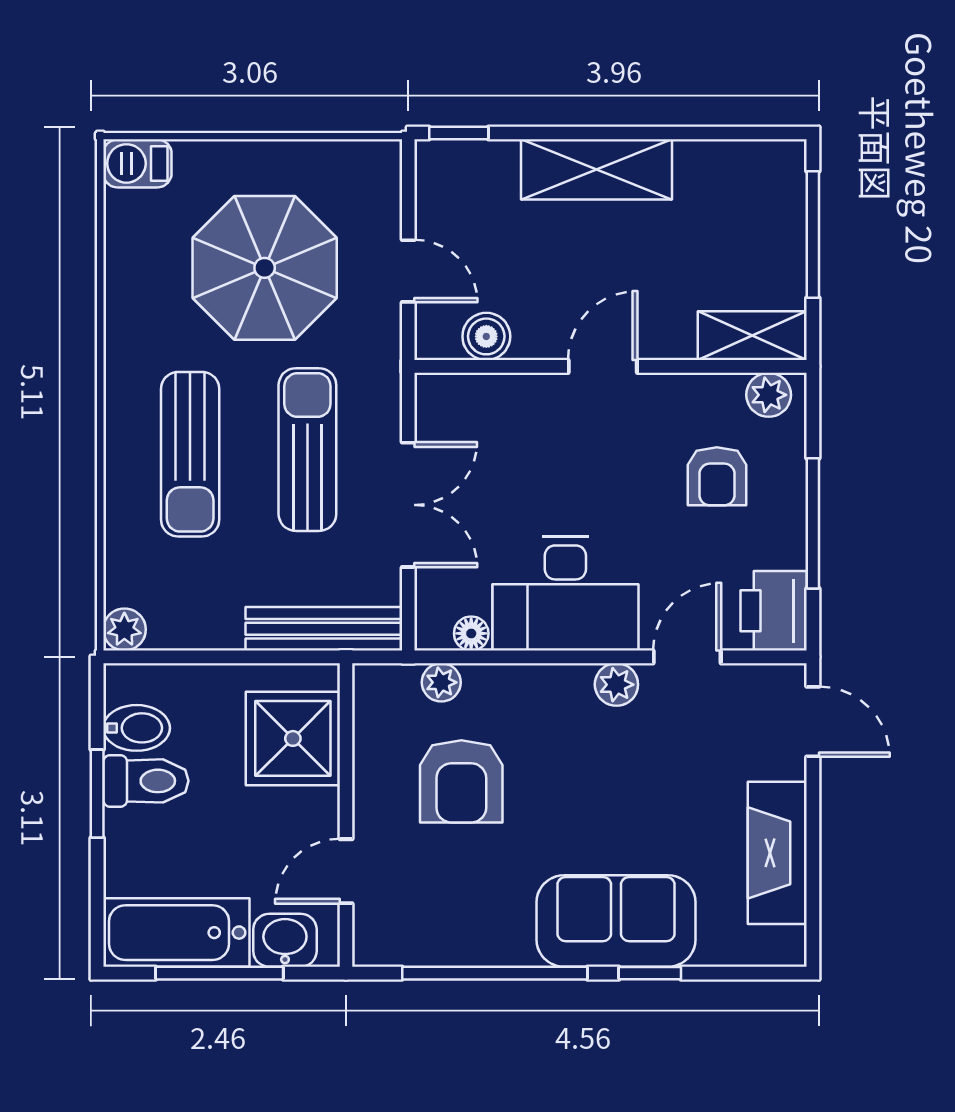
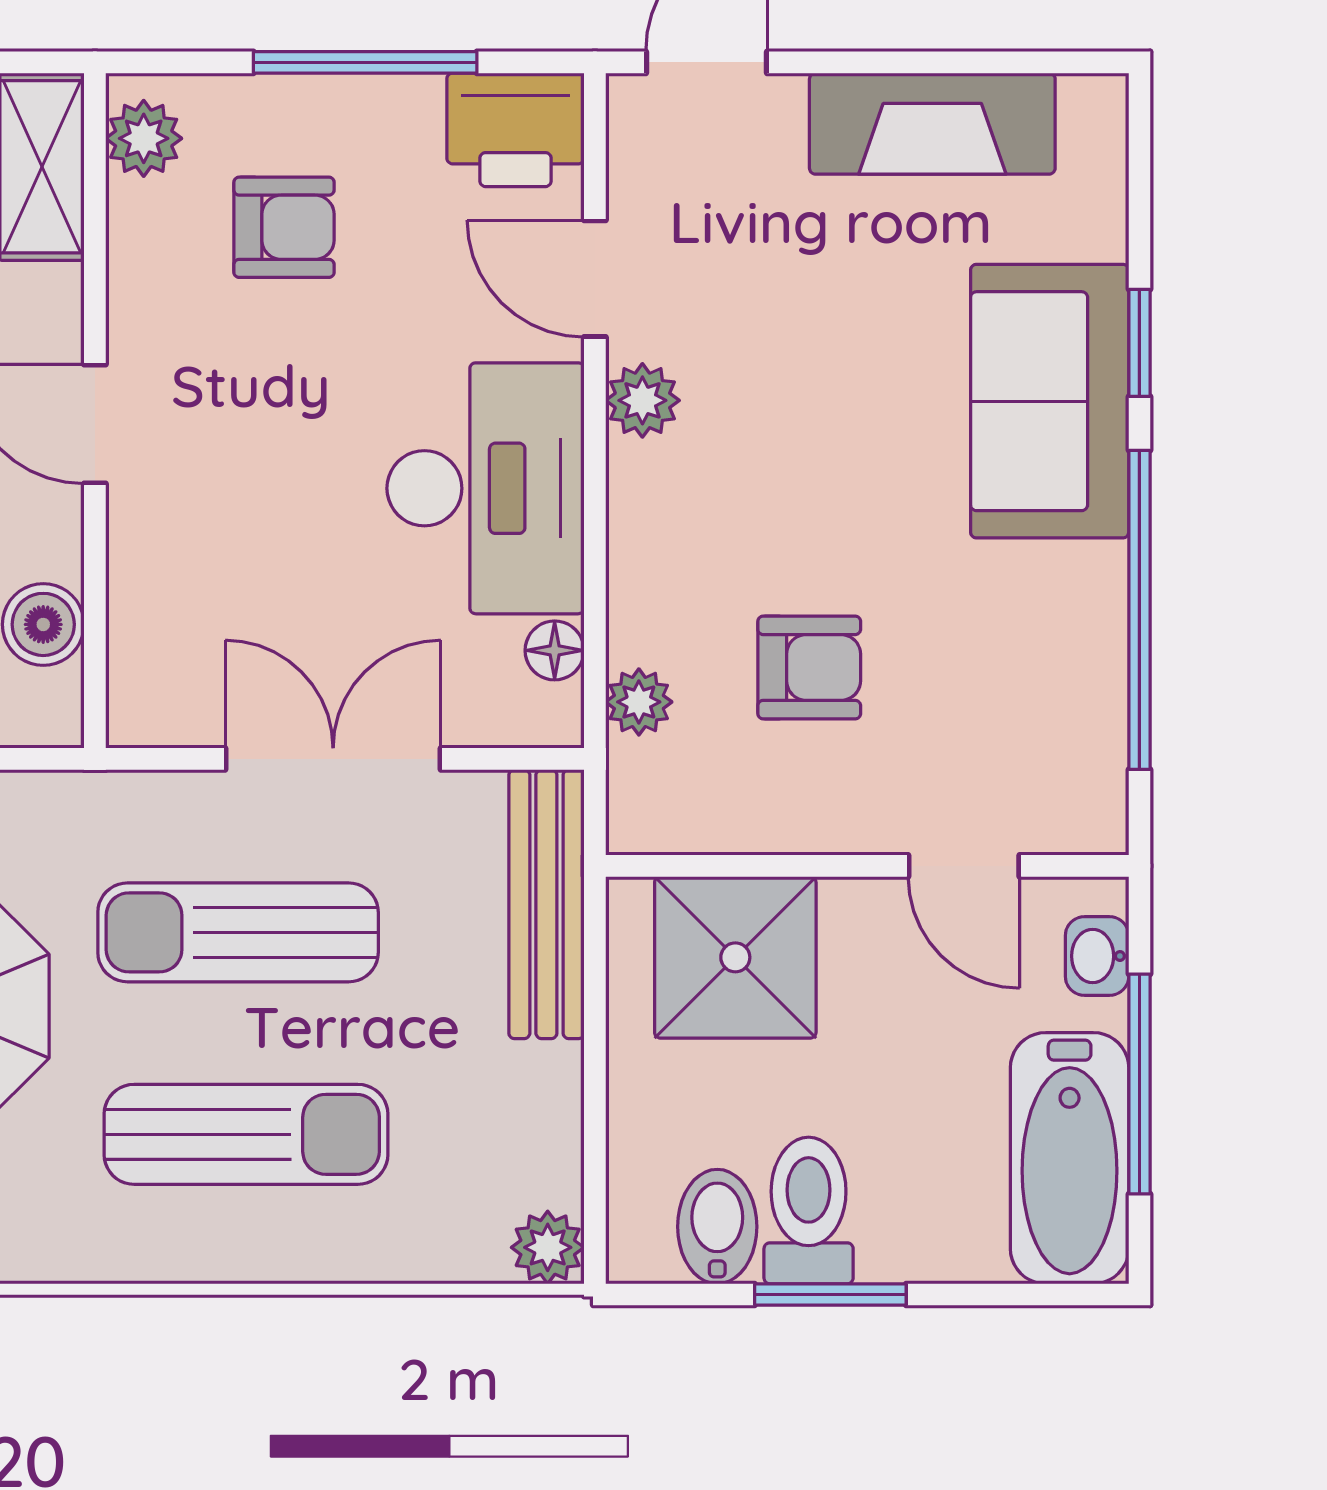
armchair: (461, 781) -> (809, 667), width x0.72, depth x0.72
washbasin: (285, 940) -> (1097, 956), width x0.72, depth x0.69

